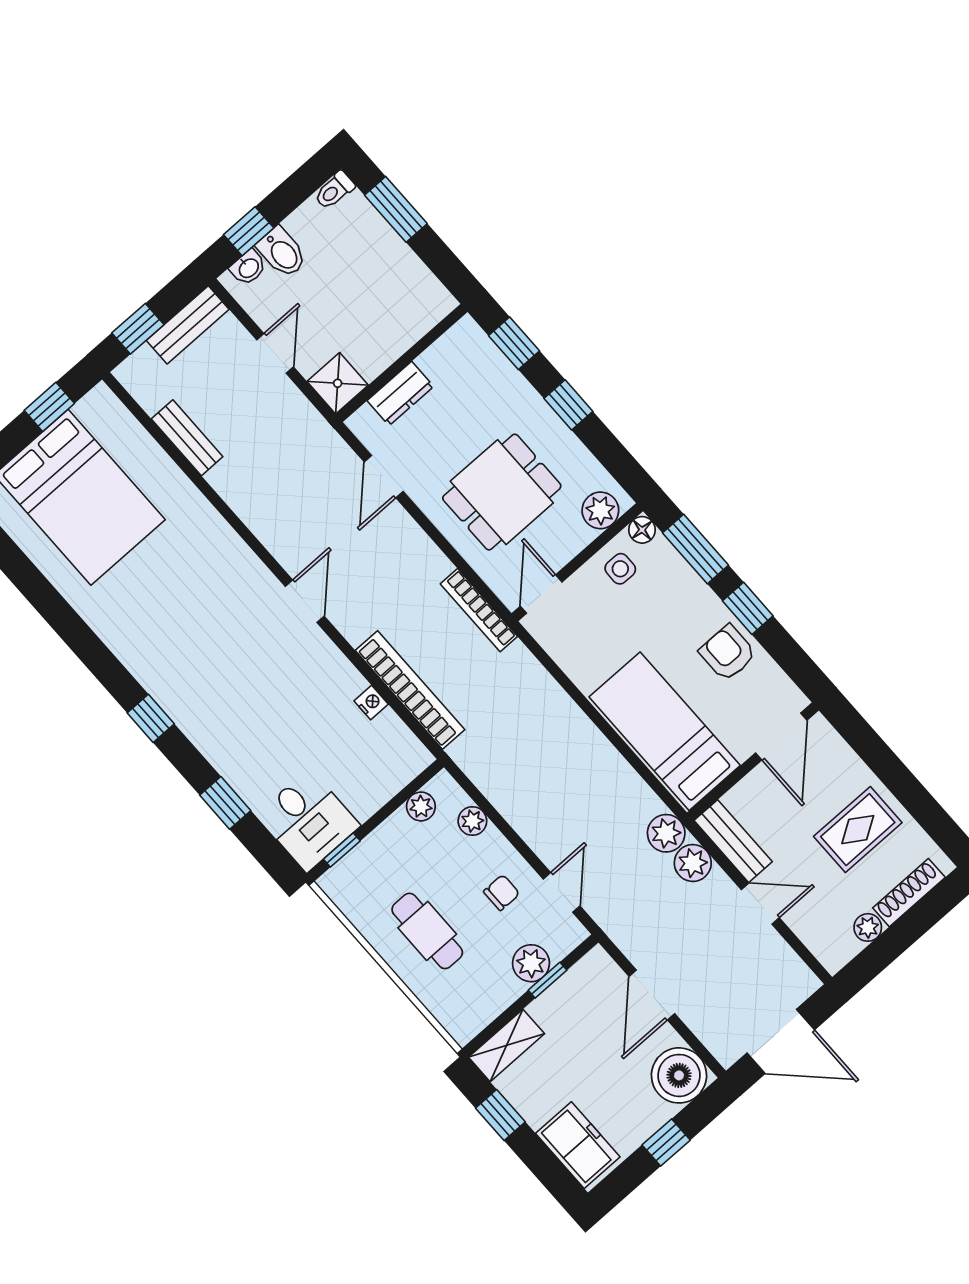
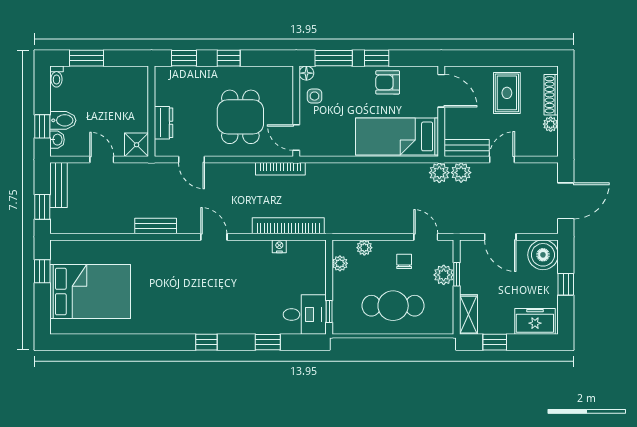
bench: (187, 438) -> (156, 226), moved
plant: (600, 510) -> (283, 83), removed
cafe table: (427, 931) -> (393, 306), width x1.37, depth x1.35

